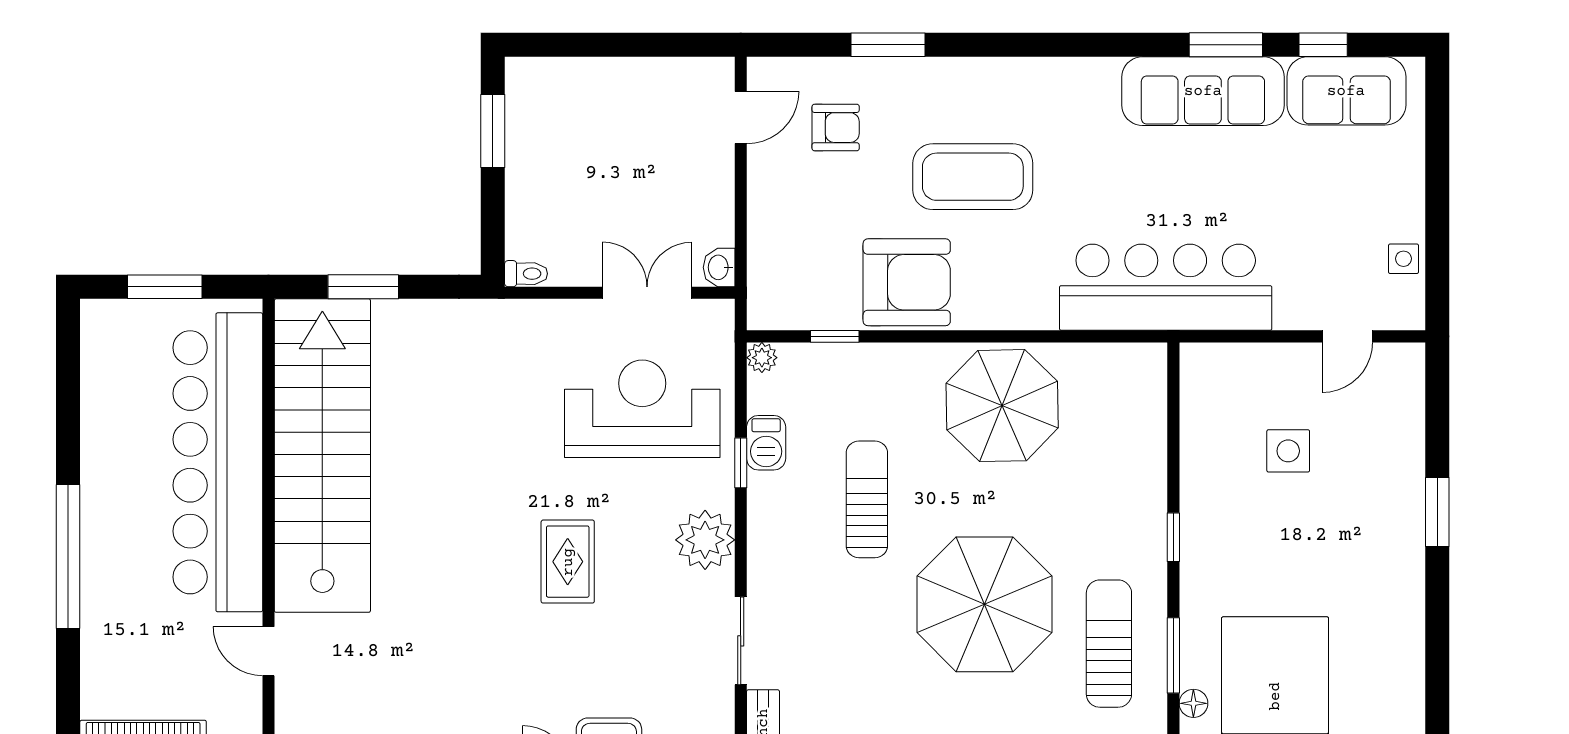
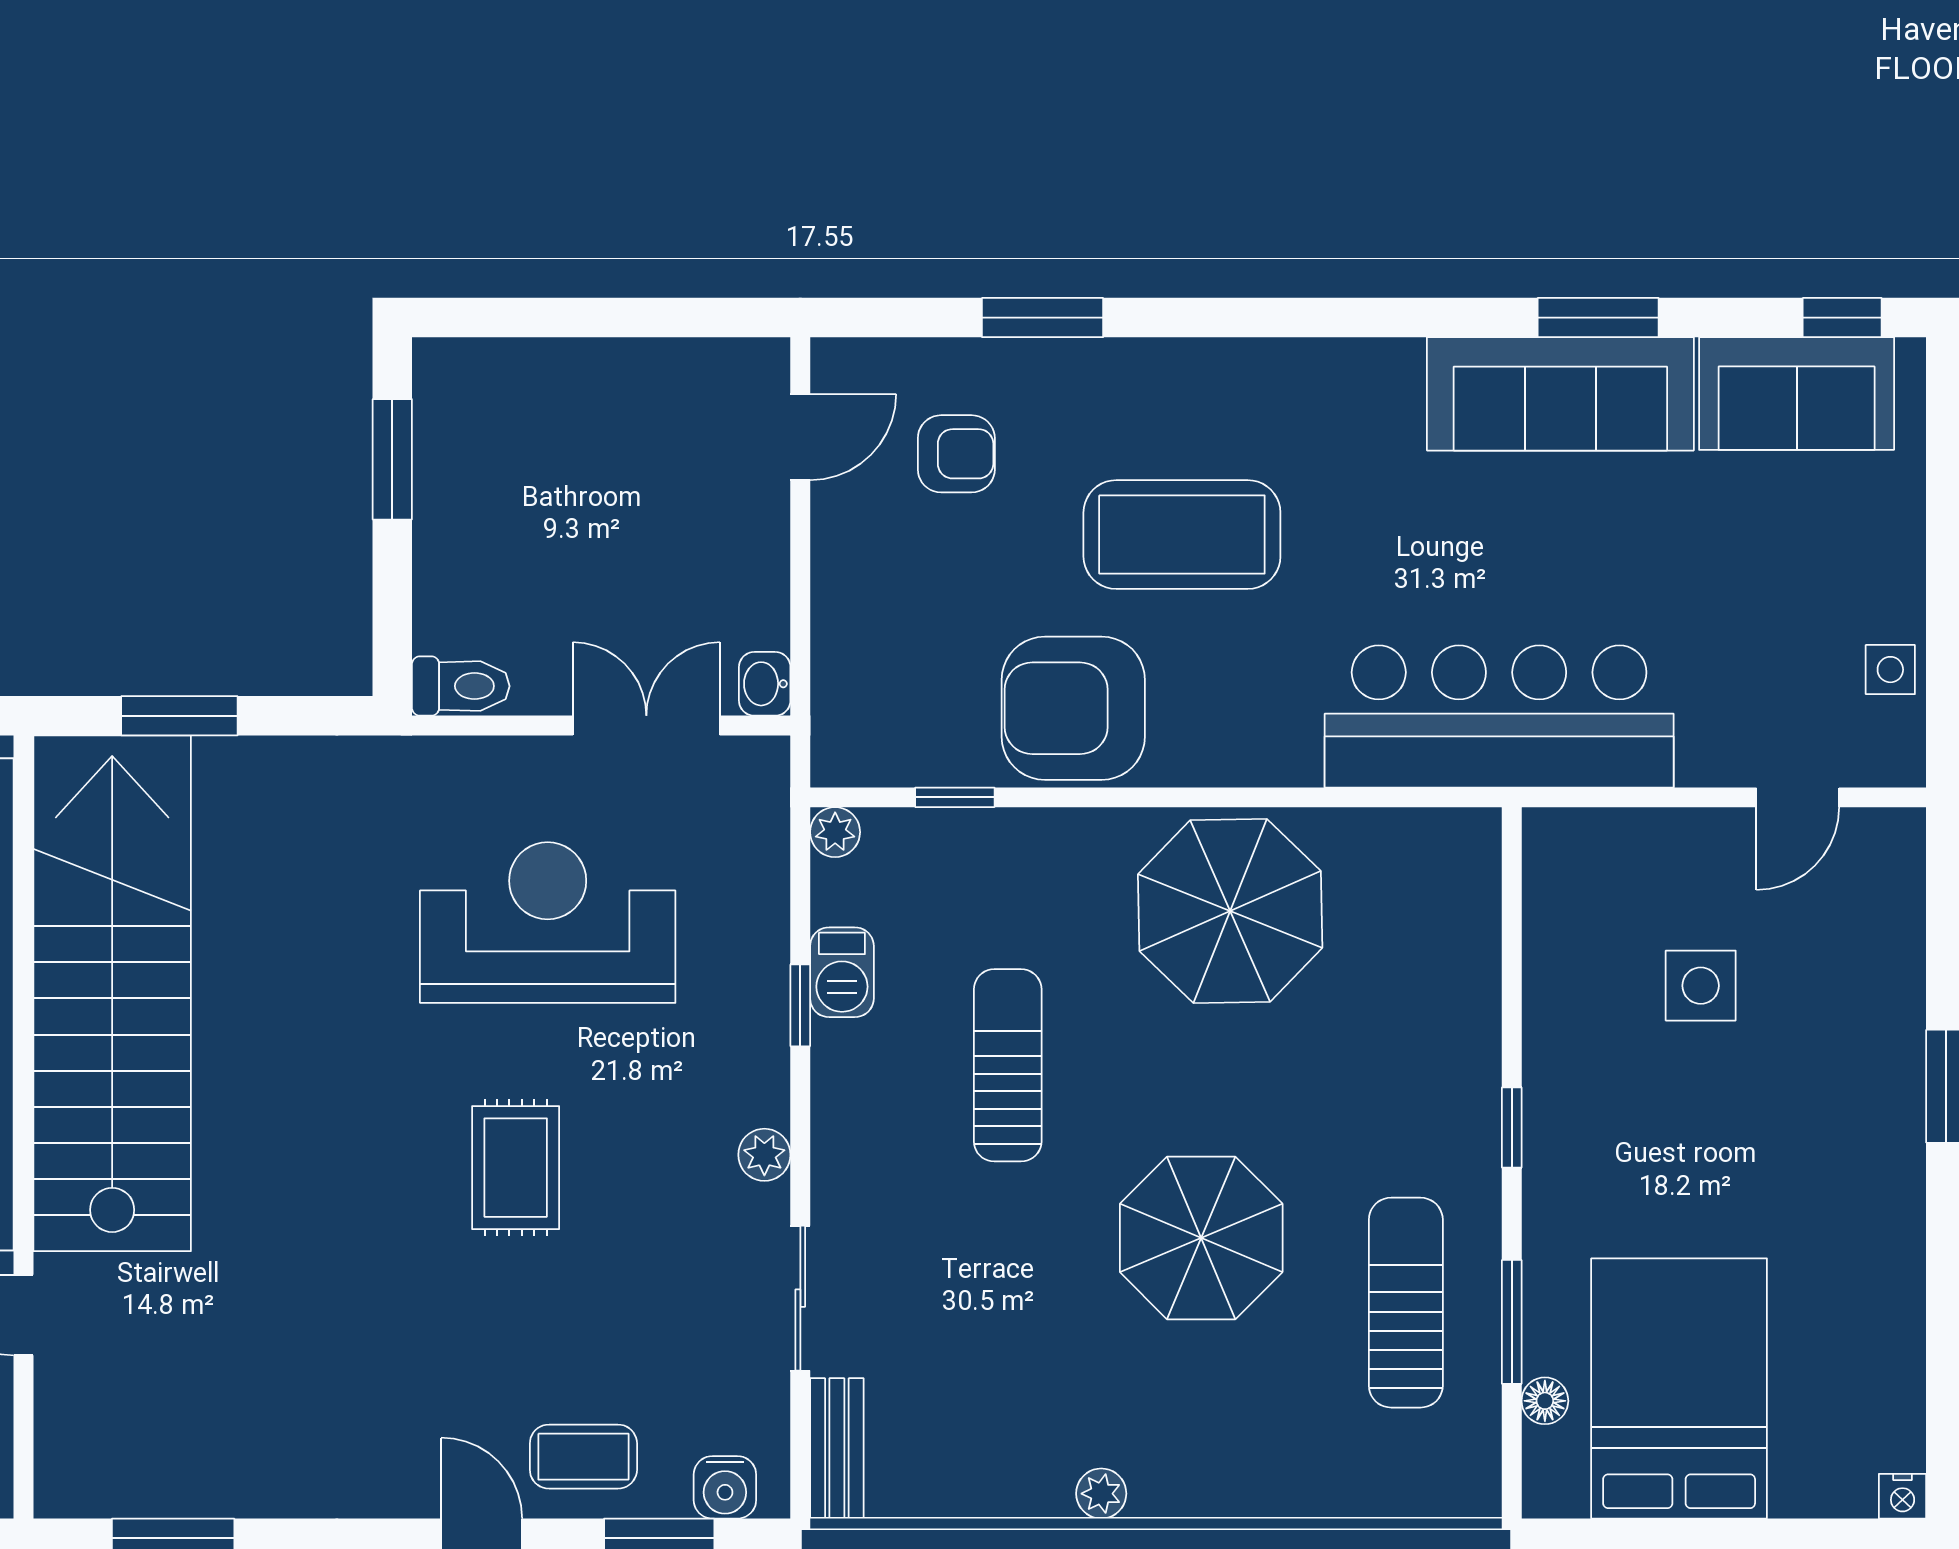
window: (1323, 45) -> (1842, 318), moved
toilet: (526, 274) -> (461, 686), width x1.37, depth x1.39
armchair: (907, 282) -> (1073, 708), turned 180
reception desk: (642, 409) -> (548, 923), moved
plant: (705, 540) -> (764, 1155), width x0.53, depth x0.53
parasol: (985, 604) -> (1201, 1238), width x0.73, depth x0.73

